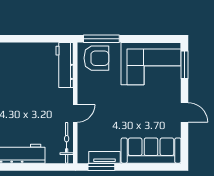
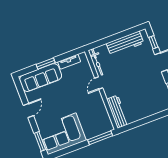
armchair: (96, 58) -> (99, 124), removed
door: (184, 112) -> (28, 111), swing flipped
window: (101, 167) -> (46, 64), moved

